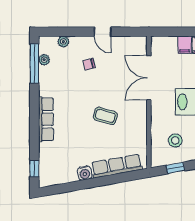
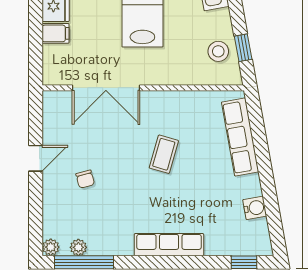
plant: (63, 42) -> (51, 247), moved
stool: (175, 140) -> (218, 51), moved
water cooler: (85, 173) -> (255, 208), moved

